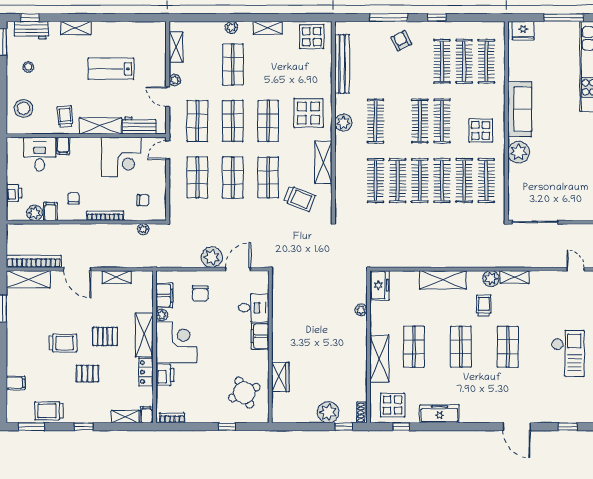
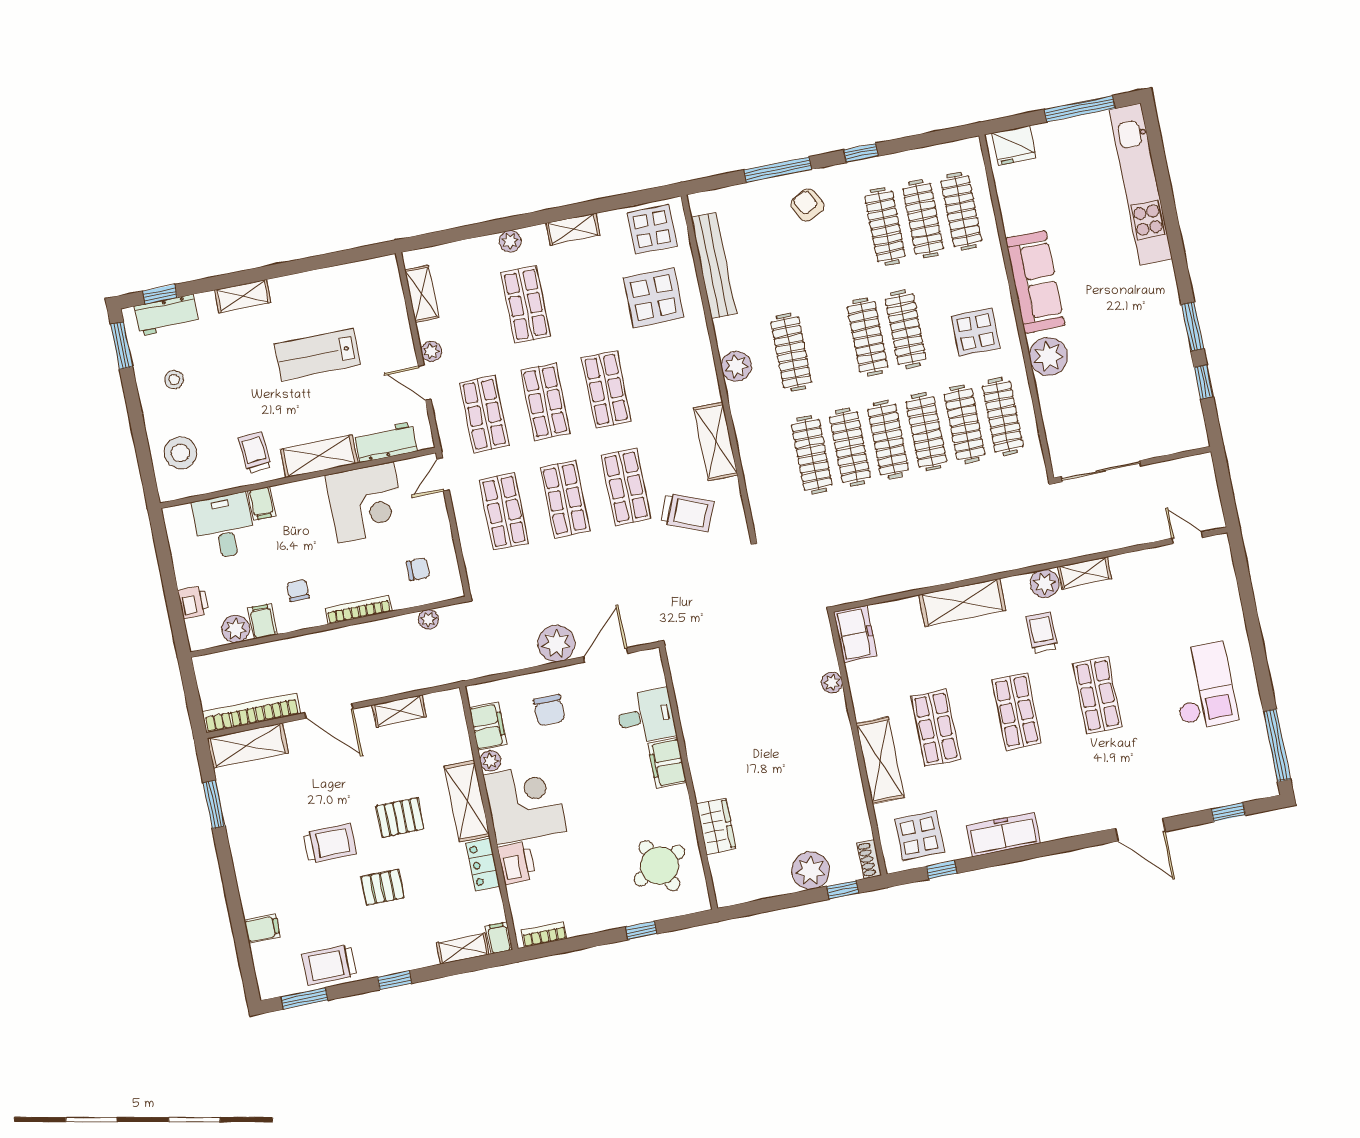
display table: (308, 113) -> (654, 298), moved

